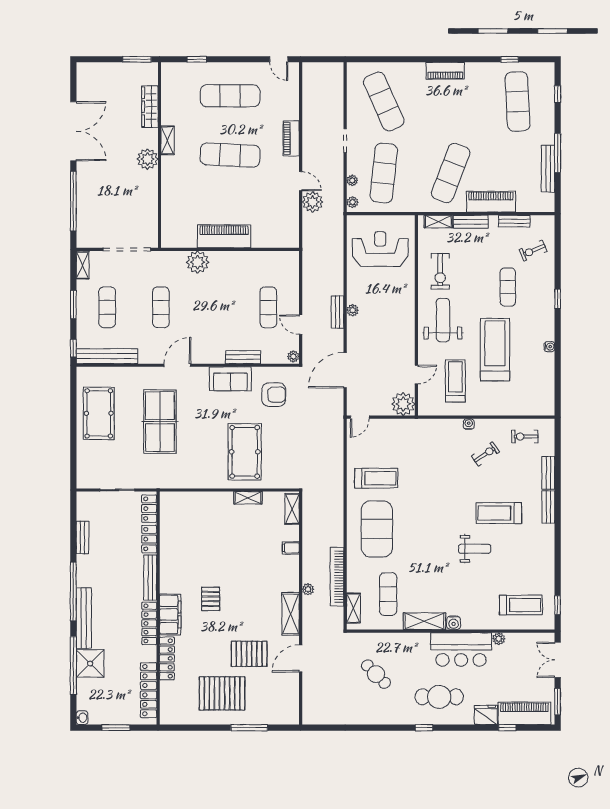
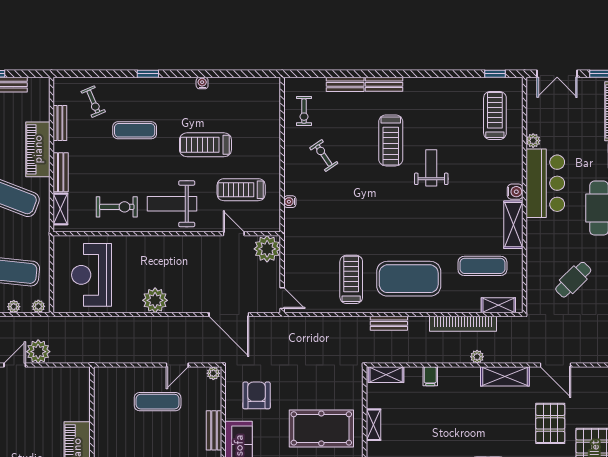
plant: (353, 310) -> (155, 300), width x1.87, depth x1.87
bench: (337, 312) -> (389, 323), moved
treadmill: (495, 350) -> (205, 145), width x0.73, depth x0.73
water cooler: (469, 424) -> (290, 202), moved

